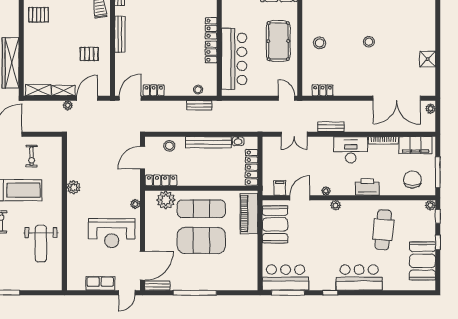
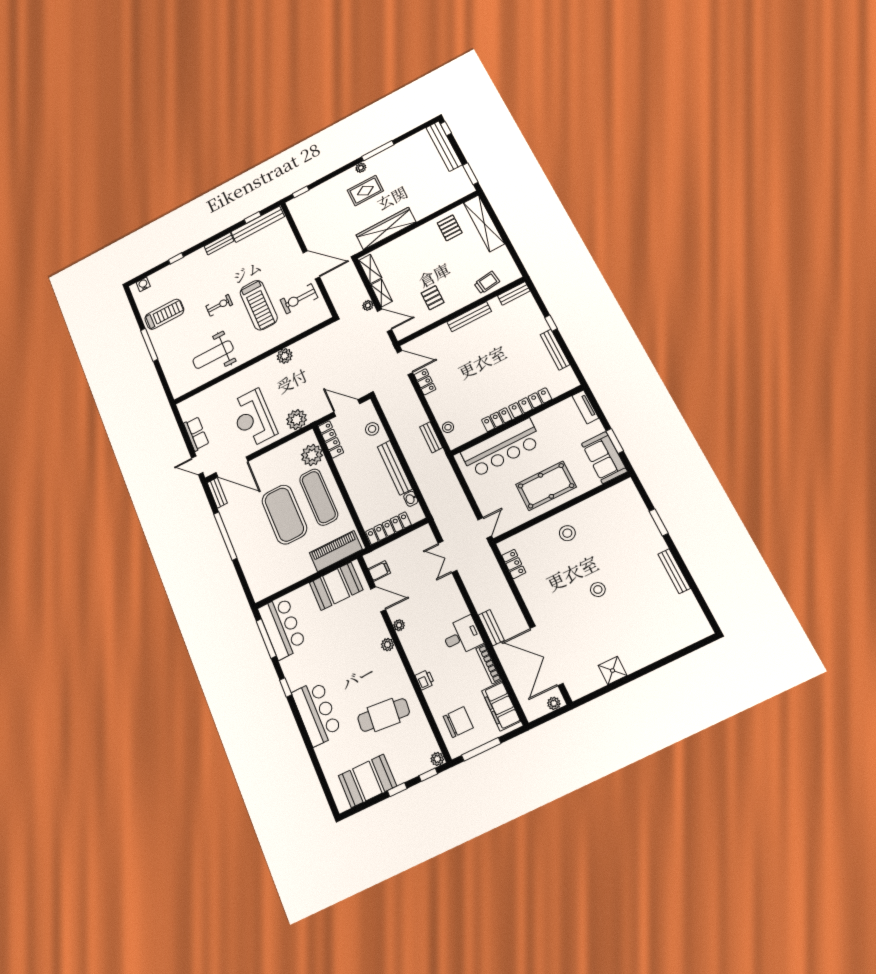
locker: (211, 28) -> (530, 403), width x1.53
bench: (331, 127) -> (491, 628), moved
desk: (351, 150) -> (462, 636), width x0.73
exercise bike: (32, 156) -> (299, 299), width x1.38, depth x1.39
printer: (367, 187) -> (425, 680), width x0.53, depth x0.68
plant: (135, 204) -> (297, 420), width x1.87, depth x1.87

